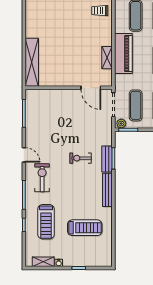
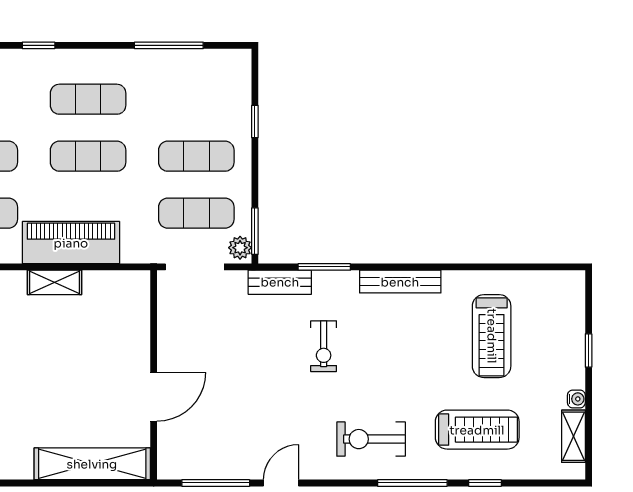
shelving: (107, 58) -> (55, 282), moved
door: (91, 88) -> (154, 397), moved
door: (24, 155) -> (281, 483), moved
bench: (107, 159) -> (280, 282), moved
treadmill: (85, 228) -> (492, 336), turned 180

